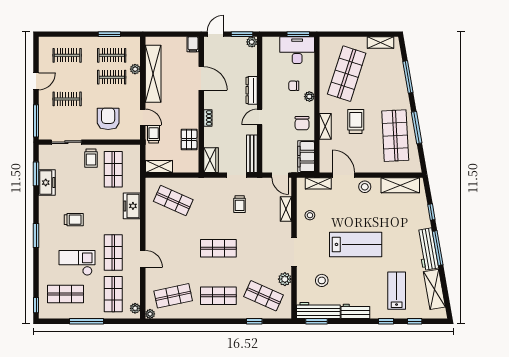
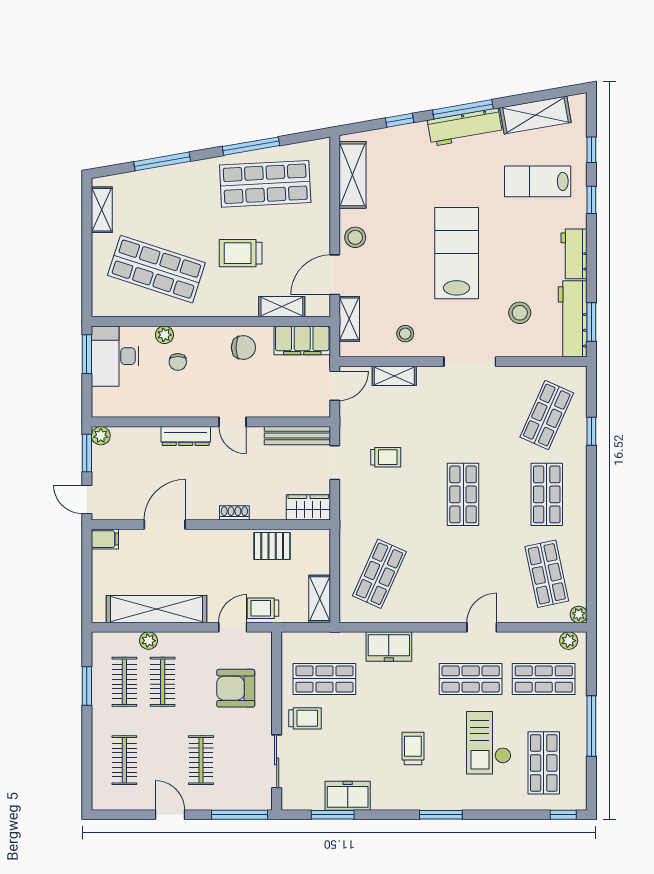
plant: (309, 97) -> (164, 335), moved
shelving: (325, 126) -> (282, 307), moved
plant: (285, 279) -> (517, 378), removed

